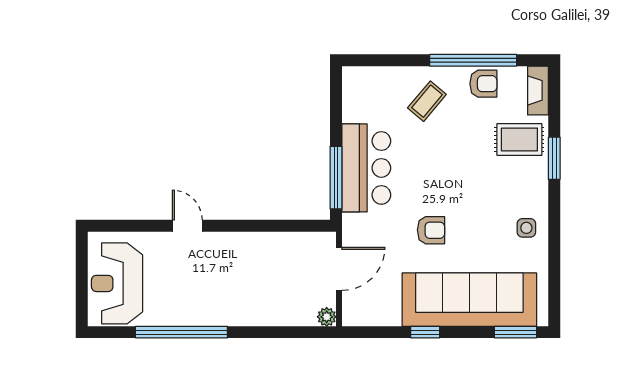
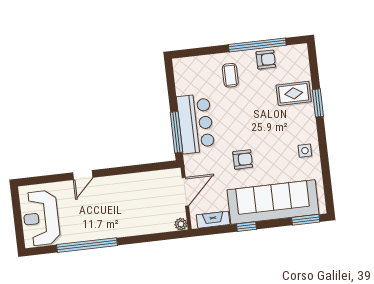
fireplace: (538, 90) -> (213, 220), moved, turned 90
coffee table: (427, 101) -> (230, 75), turned -40
door: (187, 226) -> (83, 175), swing flipped

